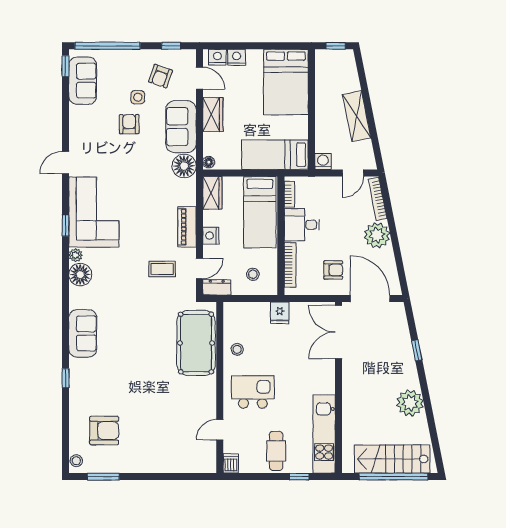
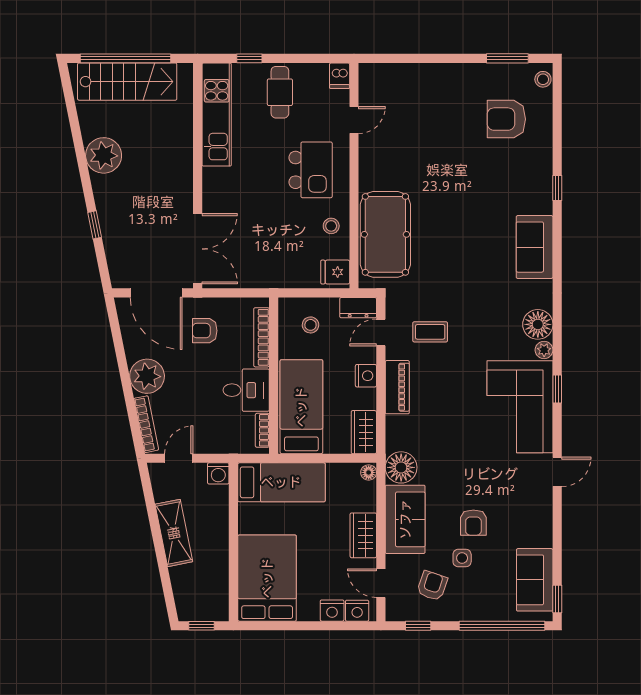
fridge: (280, 313) -> (335, 272), moved, turned -90
kitchen island: (253, 392) -> (311, 170), turned -90

